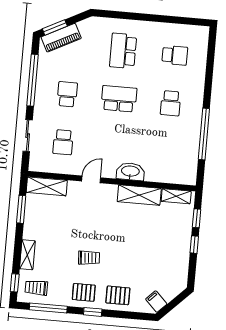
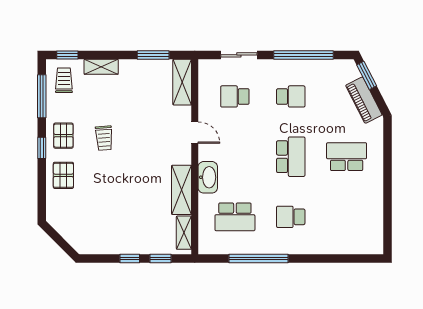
piano: (61, 38) -> (364, 100), moved
school desk: (175, 55) -> (235, 217), moved, width x1.85
filing cabinet: (156, 302) -> (60, 220), removed

